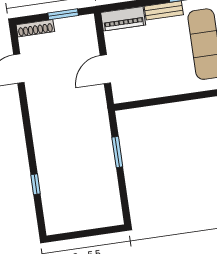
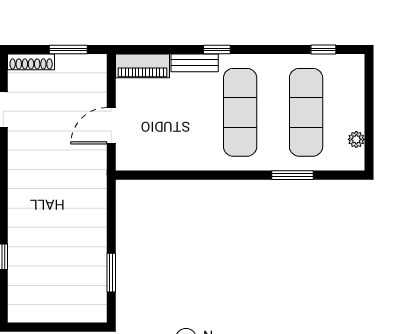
window: (117, 152) -> (111, 273), moved

